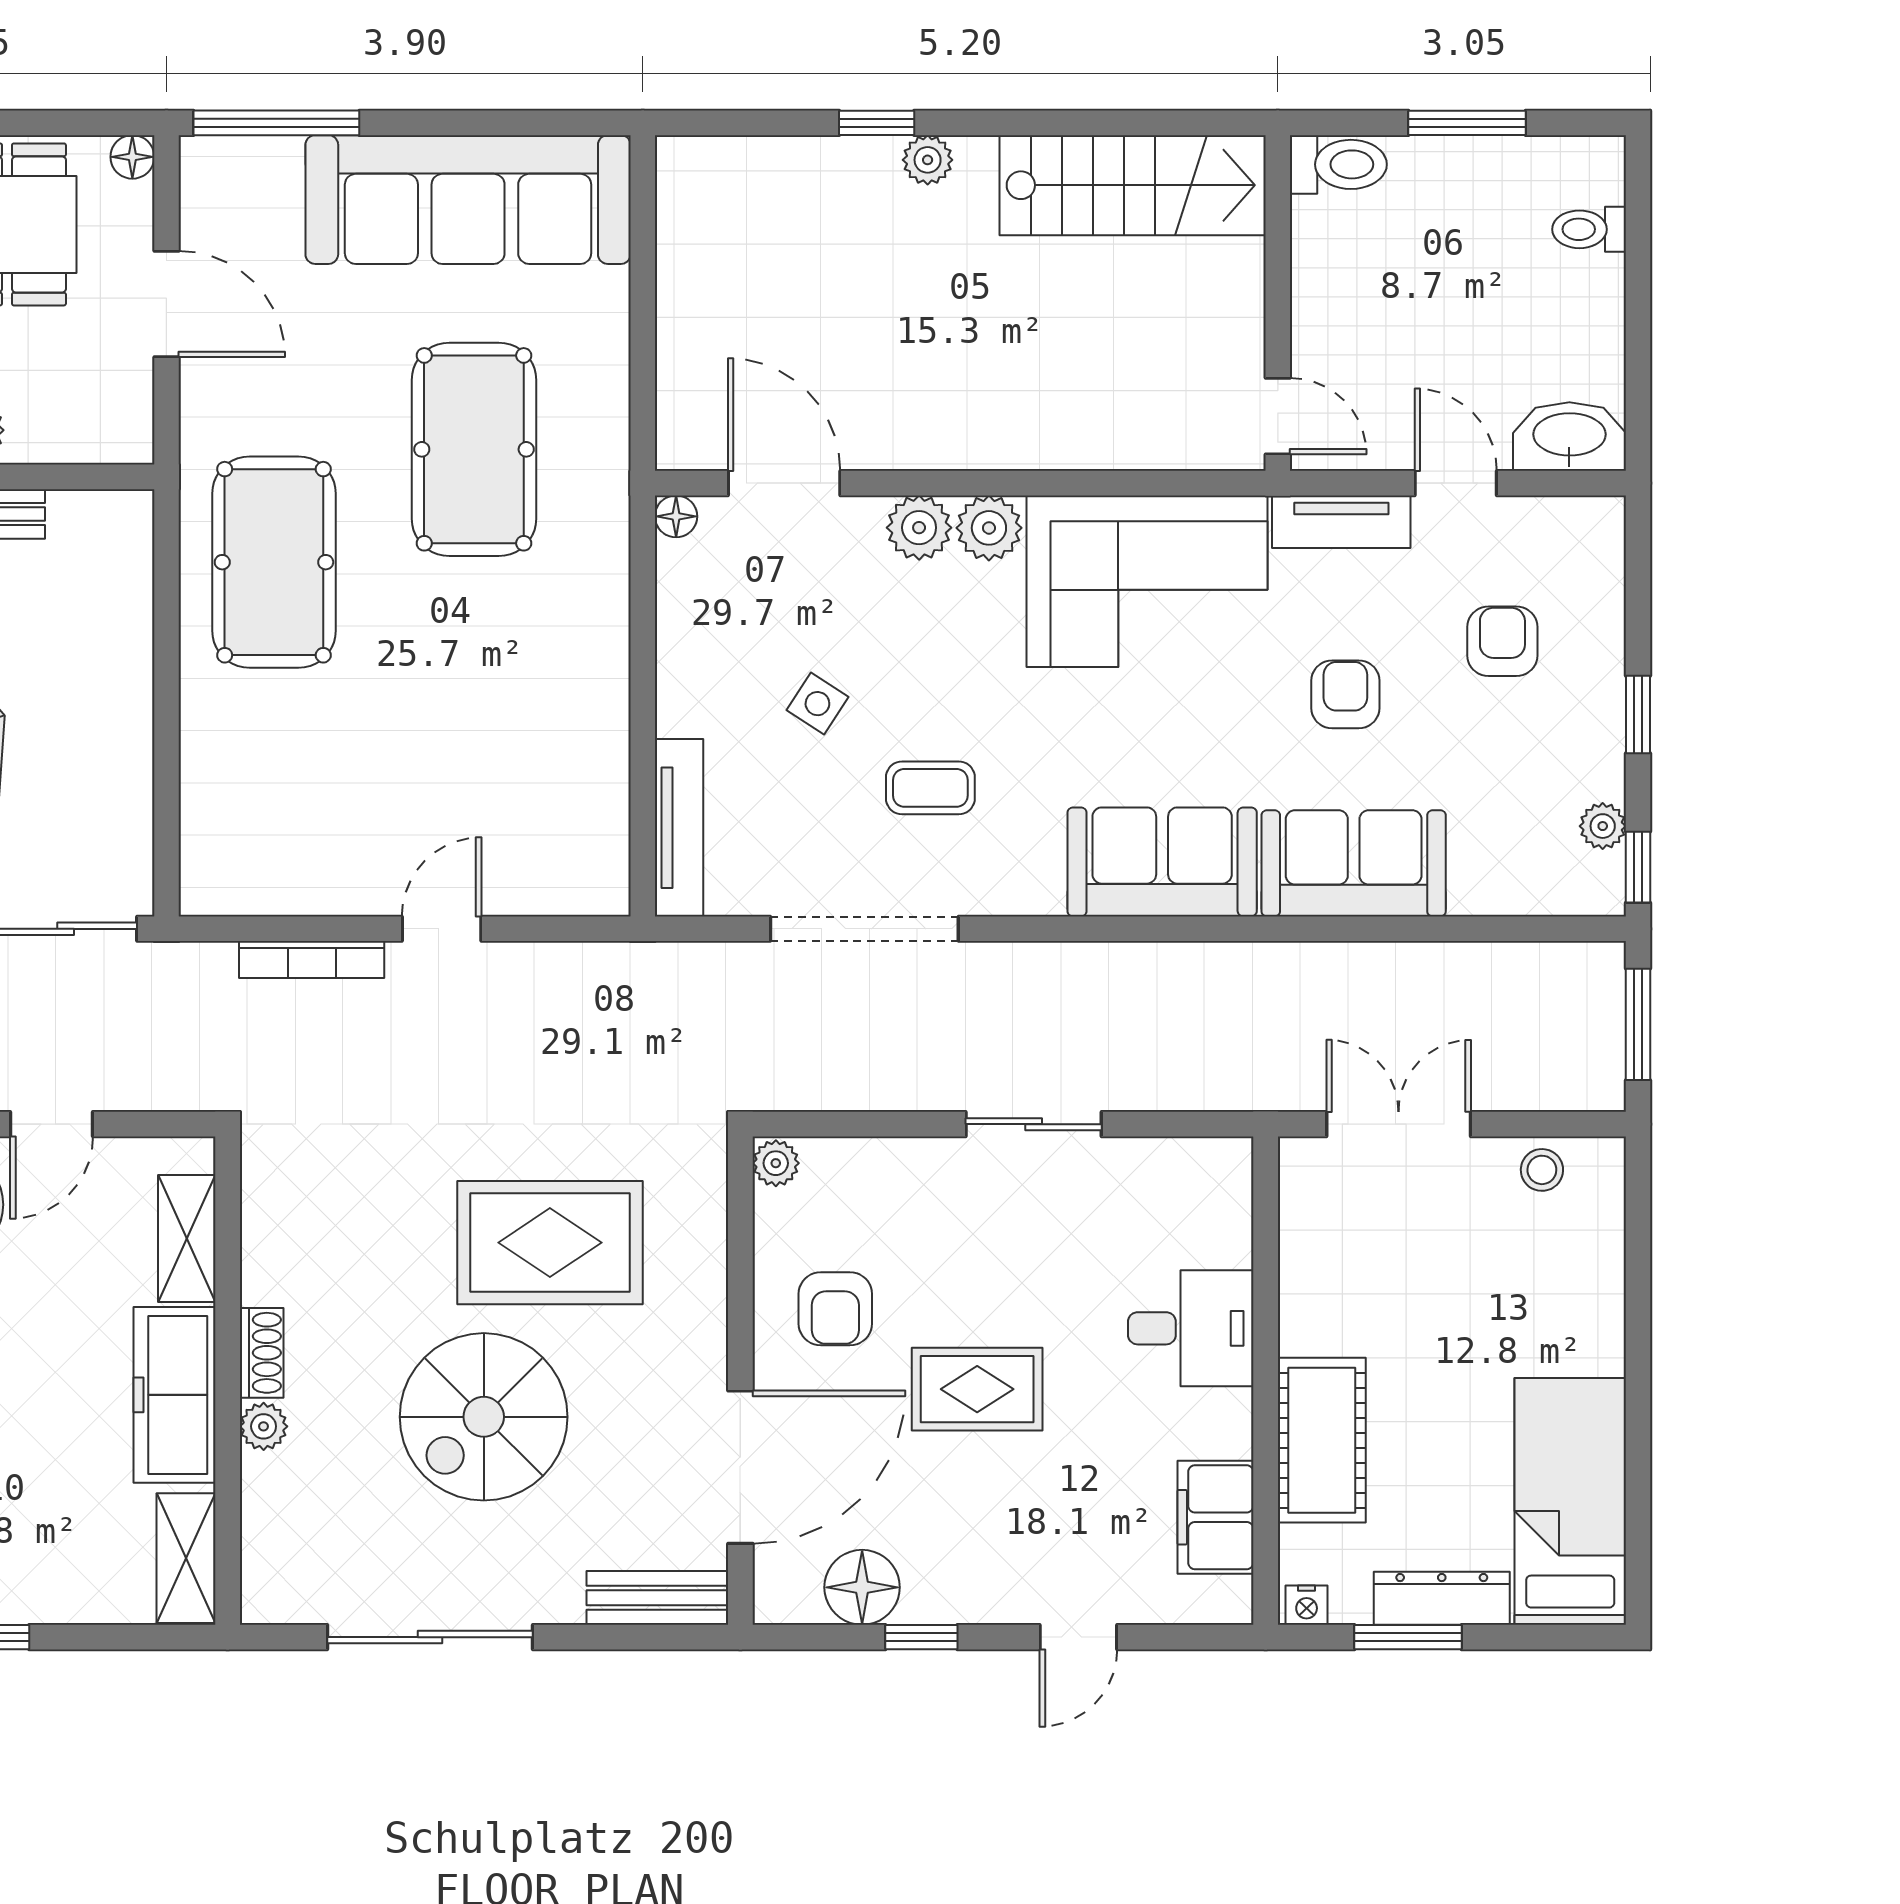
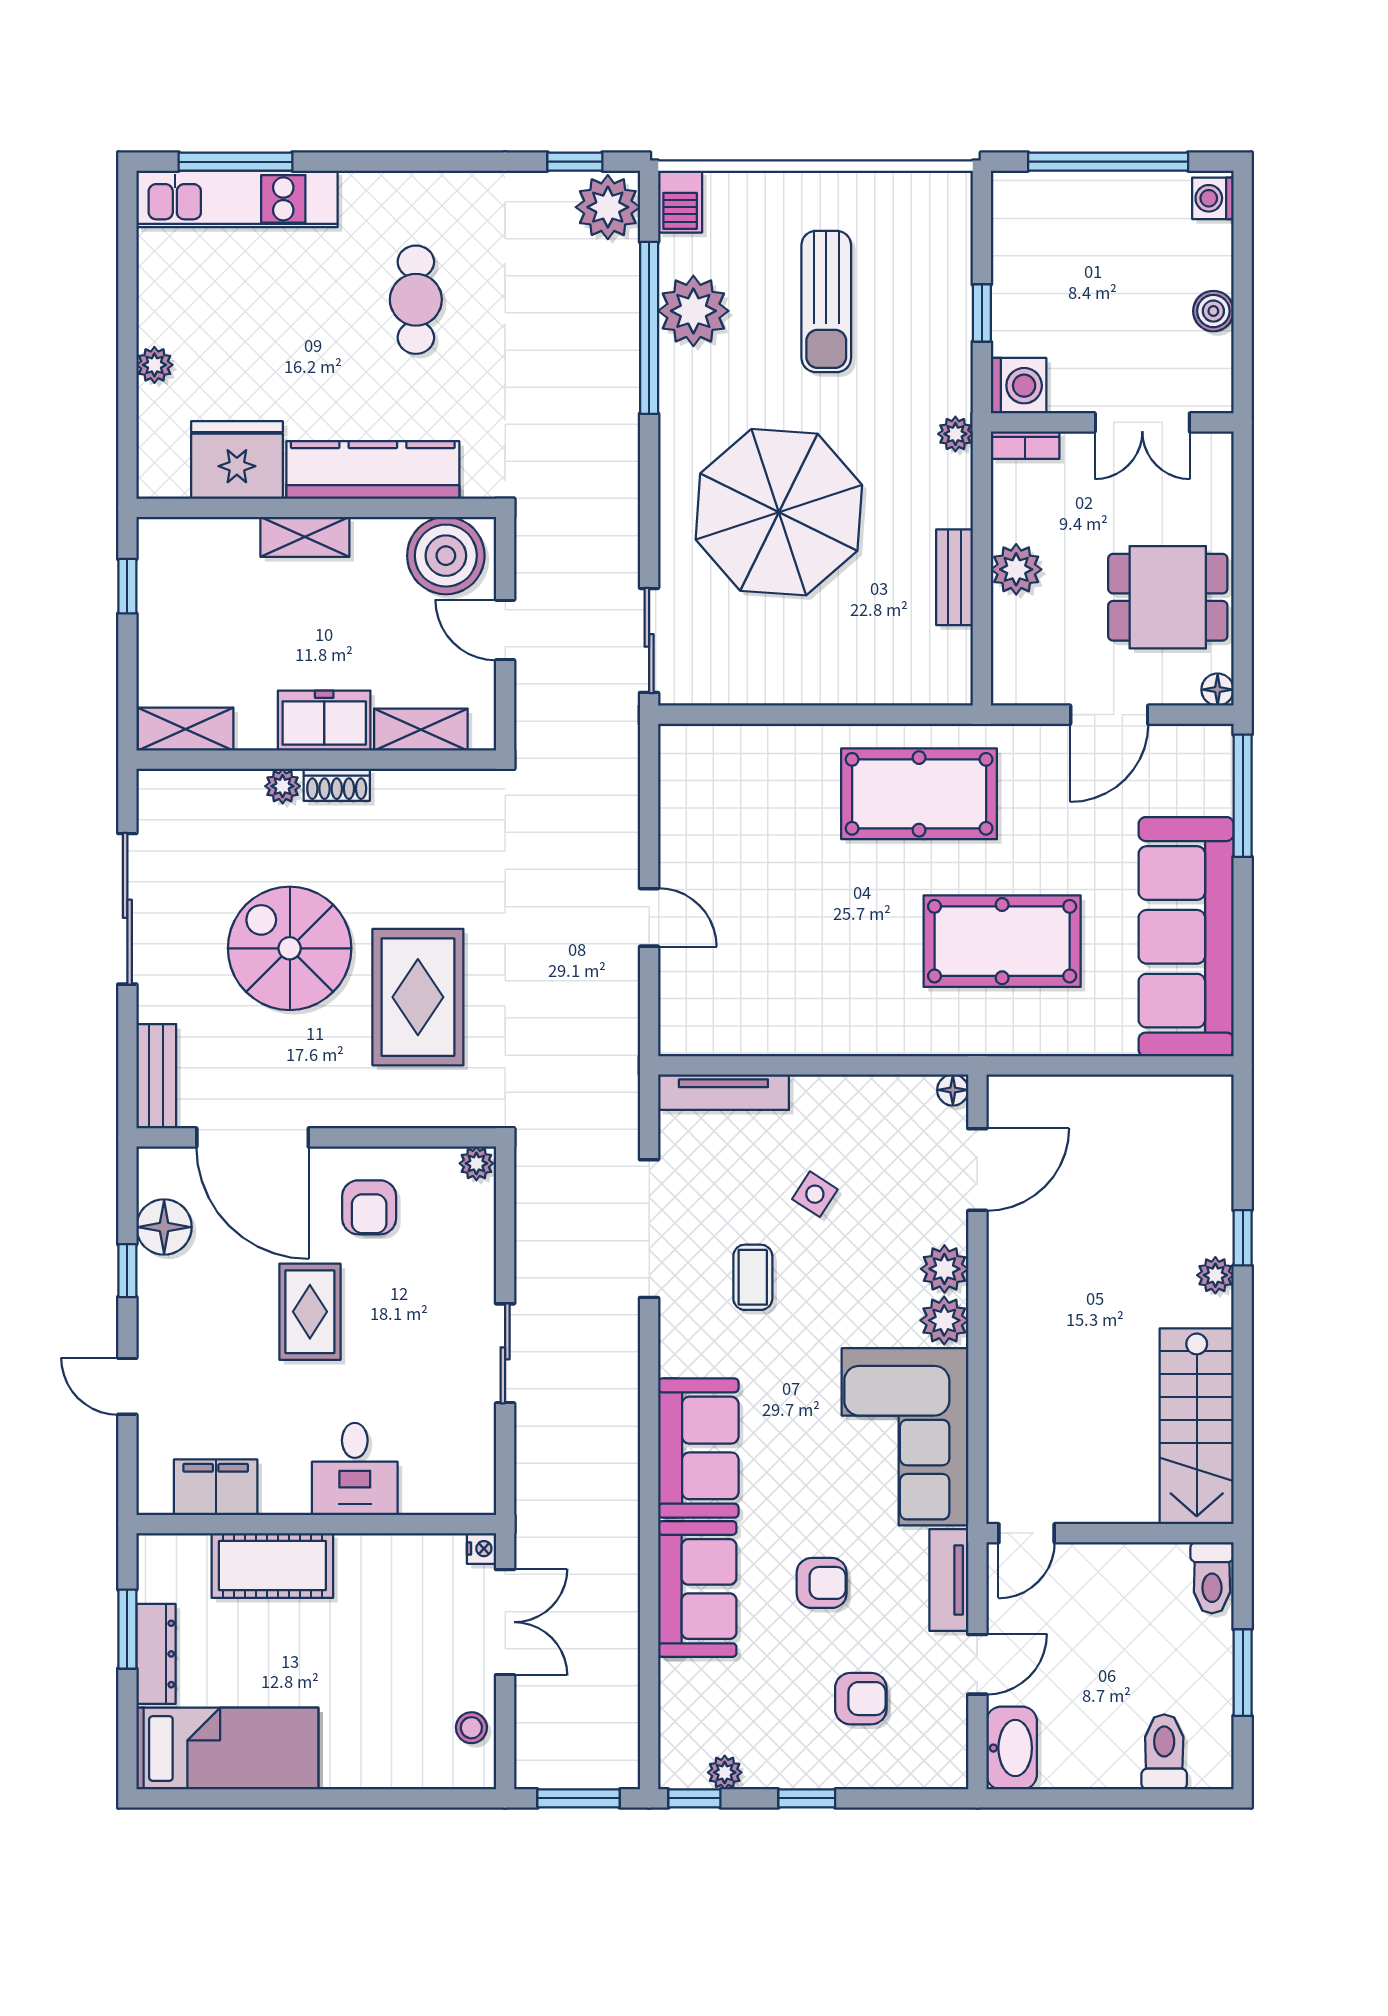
toilet: (1589, 229) -> (1164, 1752), width x1.37, depth x1.39
bookcase: (312, 960) -> (626, 822), removed
armchair: (835, 1309) -> (369, 1207), turned -90
freezer: (175, 1395) -> (324, 721), width x0.71
nightstand: (1307, 1605) -> (482, 1549), moved, turned 180

